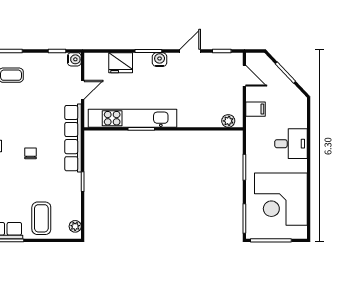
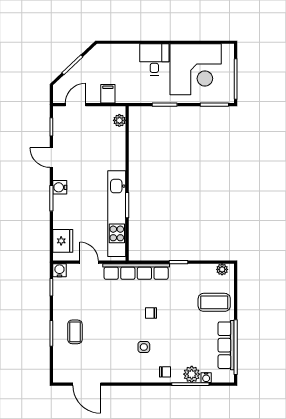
fridge: (121, 63) -> (63, 241), moved
desk: (291, 144) -> (154, 59), moved

